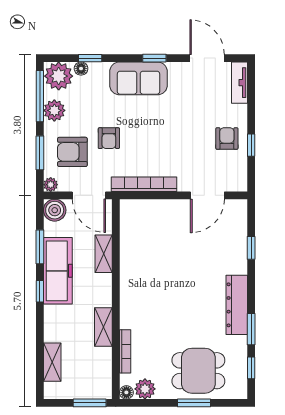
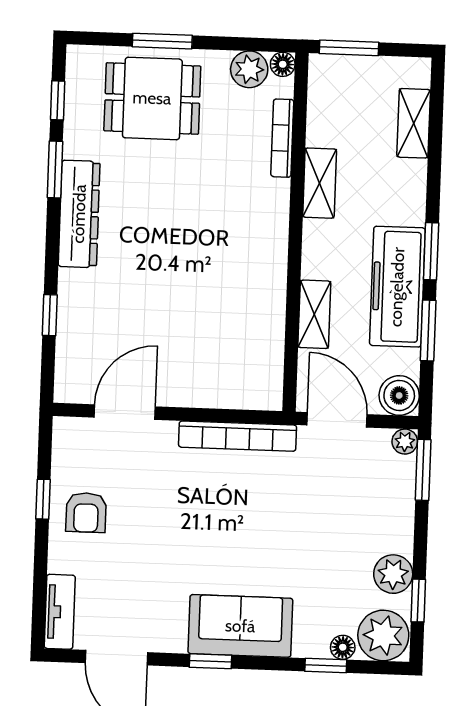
window: (40, 96) -> (418, 601), width x0.46
armchair: (109, 138) -> (297, 521), removed
armchair: (72, 152) -> (364, 499), removed
window: (40, 153) -> (423, 470), moved
window: (40, 291) -> (431, 251), width x1.50

